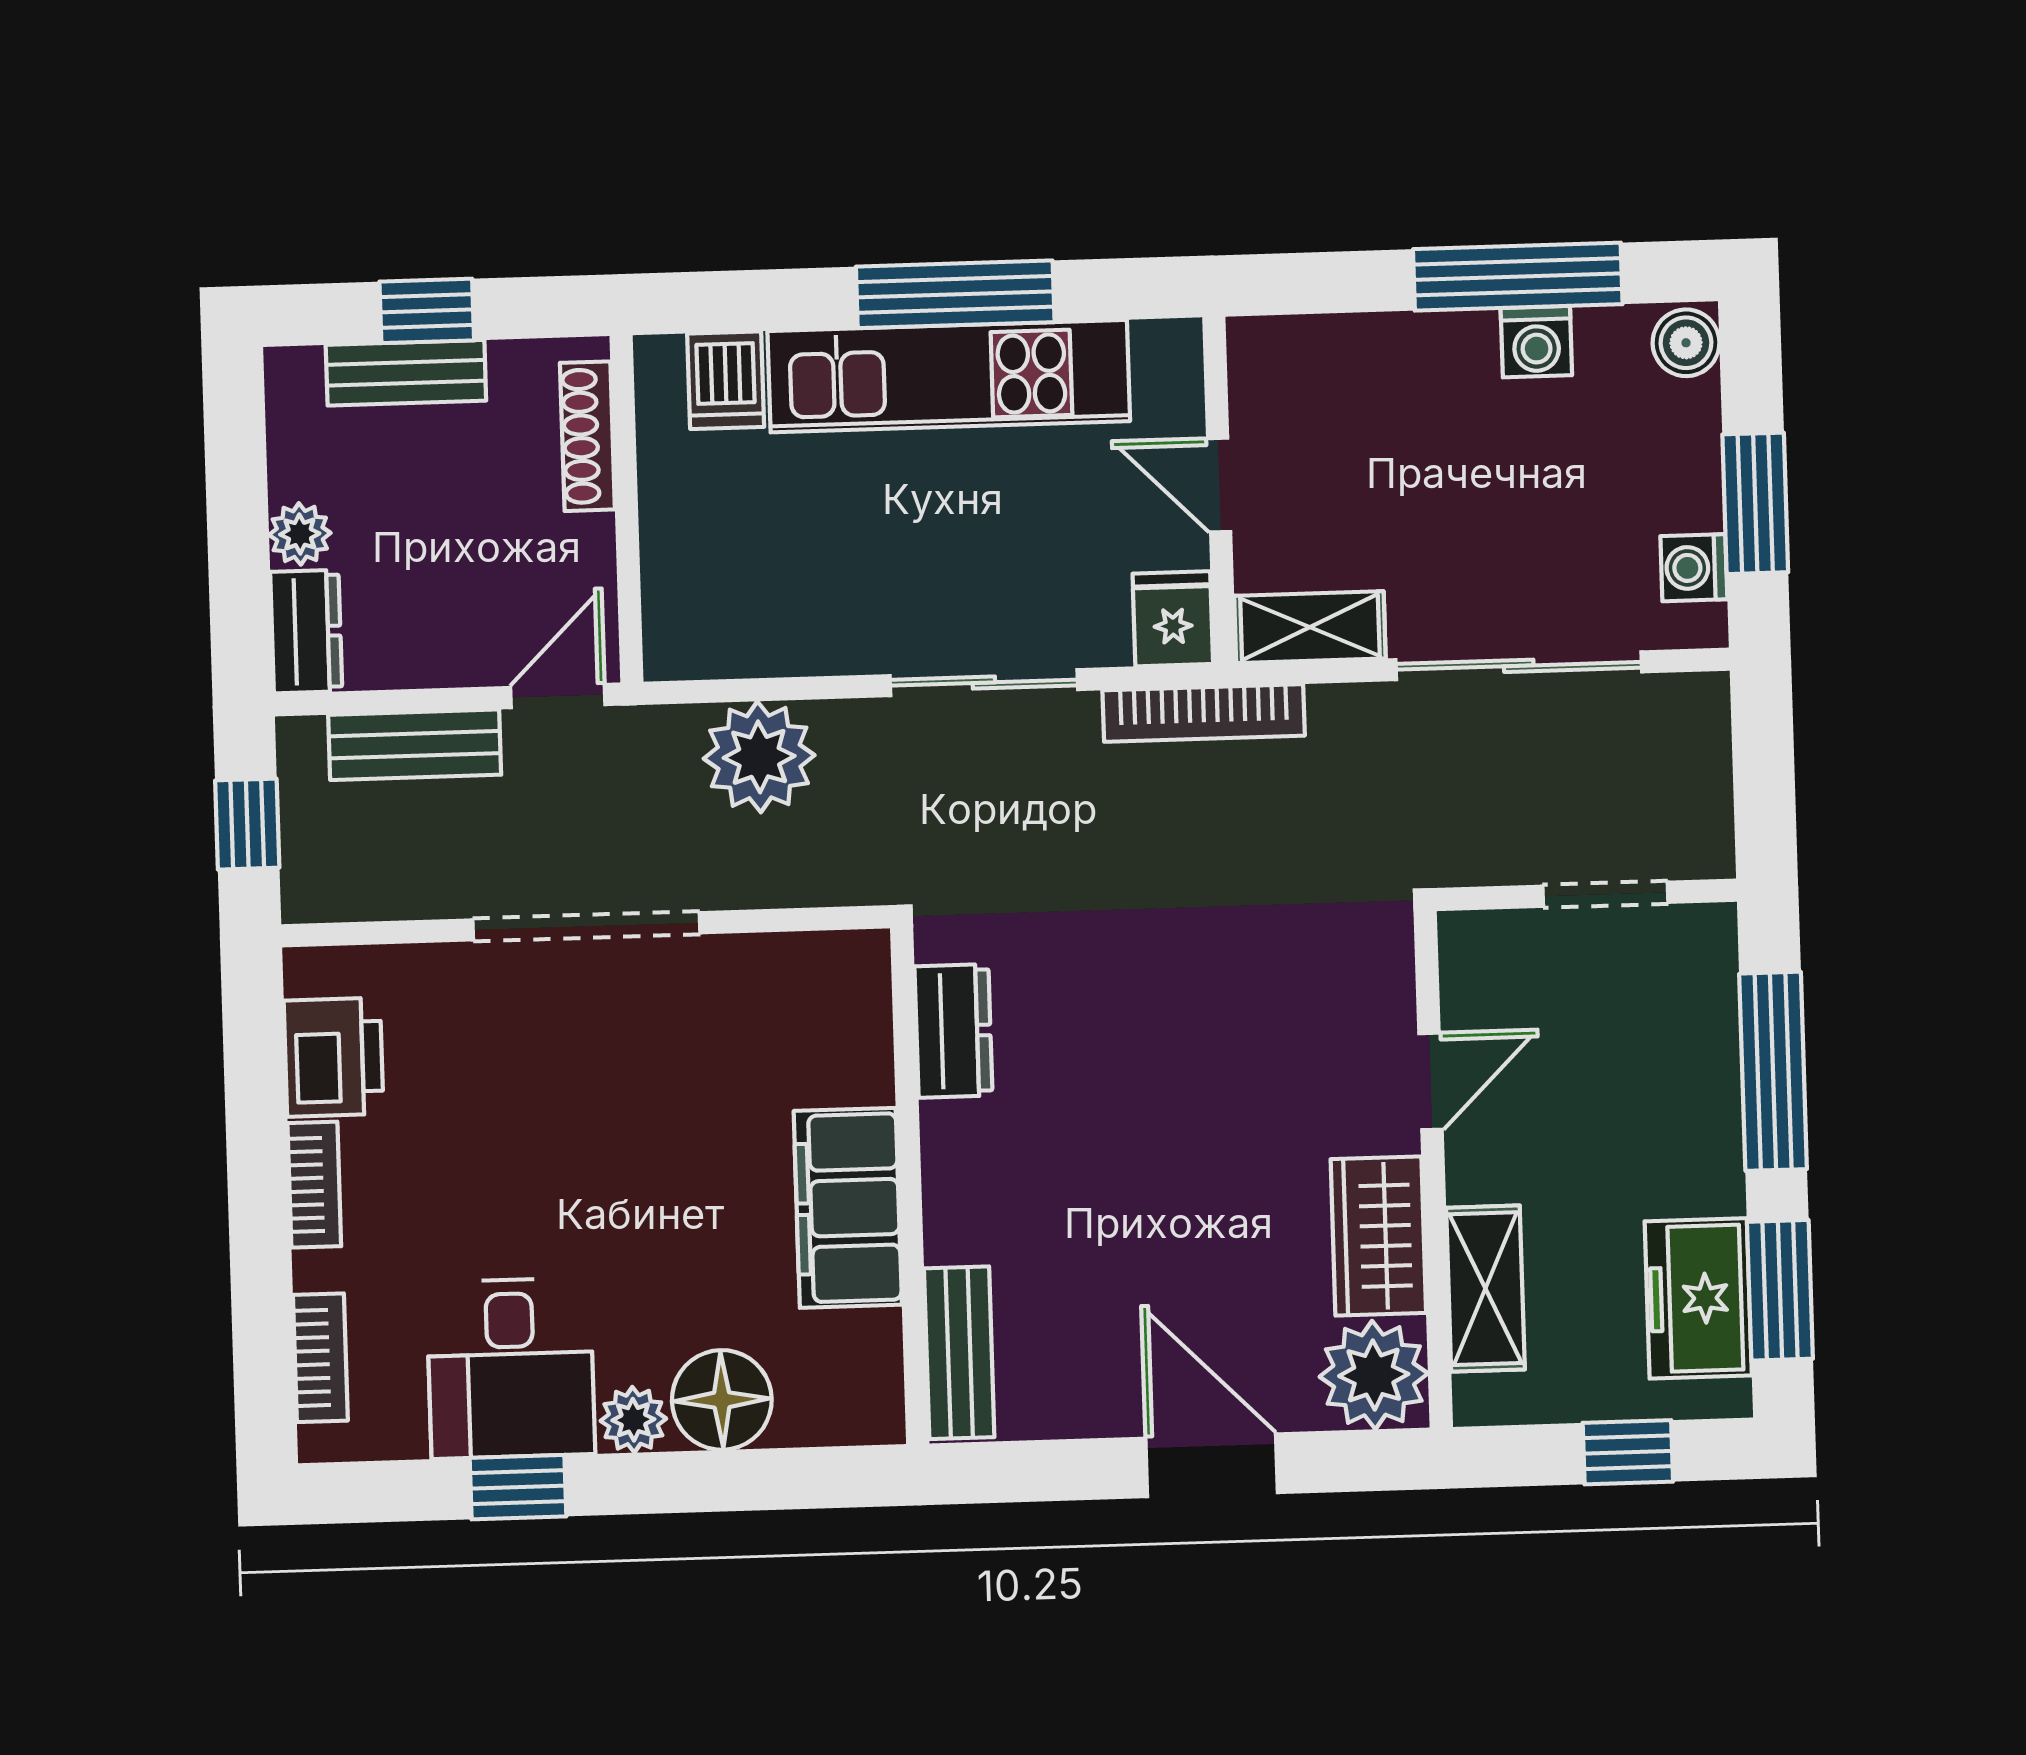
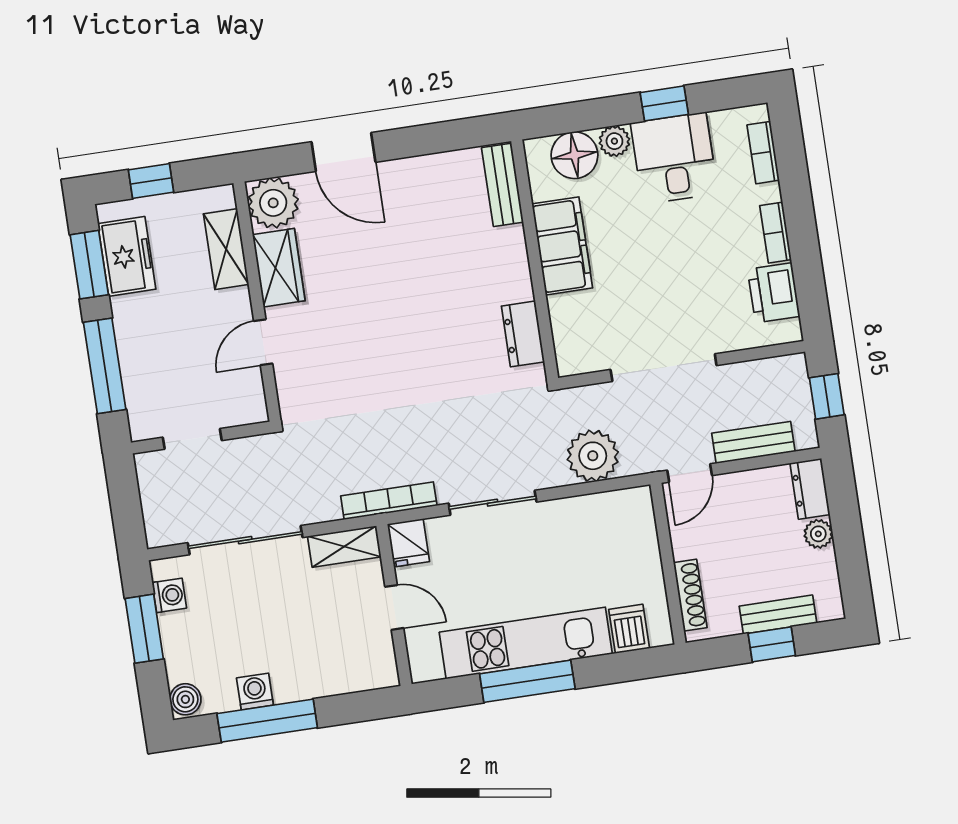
dresser: (953, 1031) -> (523, 334), moved
wall: (910, 1186) -> (535, 260), moved
filing cabinet: (848, 1208) -> (562, 246), moved
bench: (959, 1353) -> (502, 185), moved

